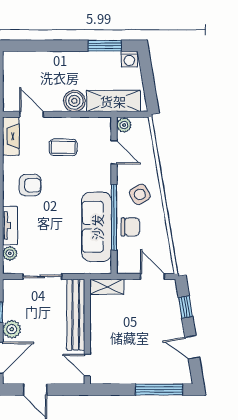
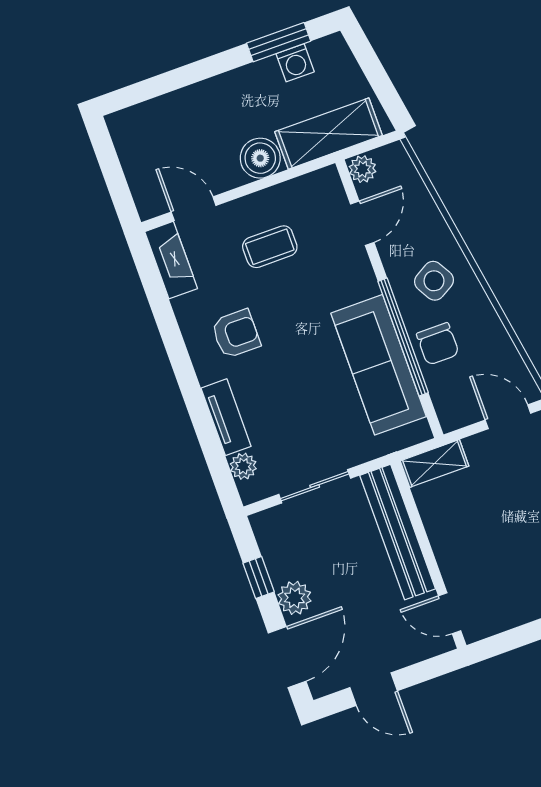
washing machine: (129, 59) -> (295, 63), moved
door: (114, 152) -> (362, 223), hinge flipped
chair: (130, 227) -> (438, 344), turned 90

